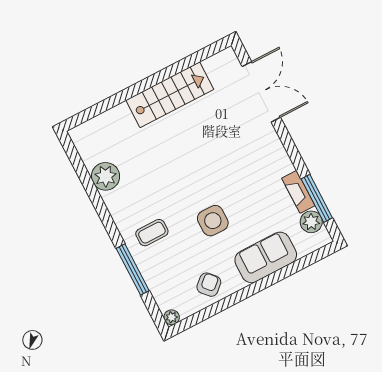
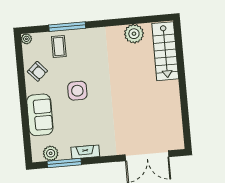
stairs: (170, 95) -> (165, 51), moved
fireplace: (298, 192) -> (85, 152), moved
coffee table: (152, 233) -> (59, 46), moved

